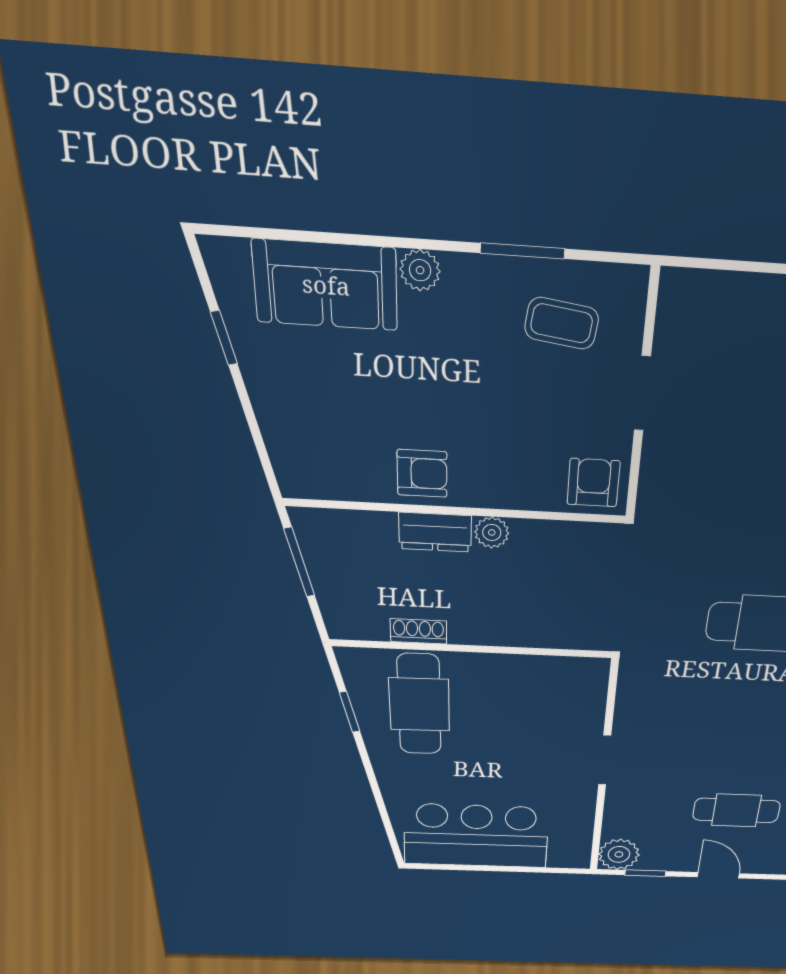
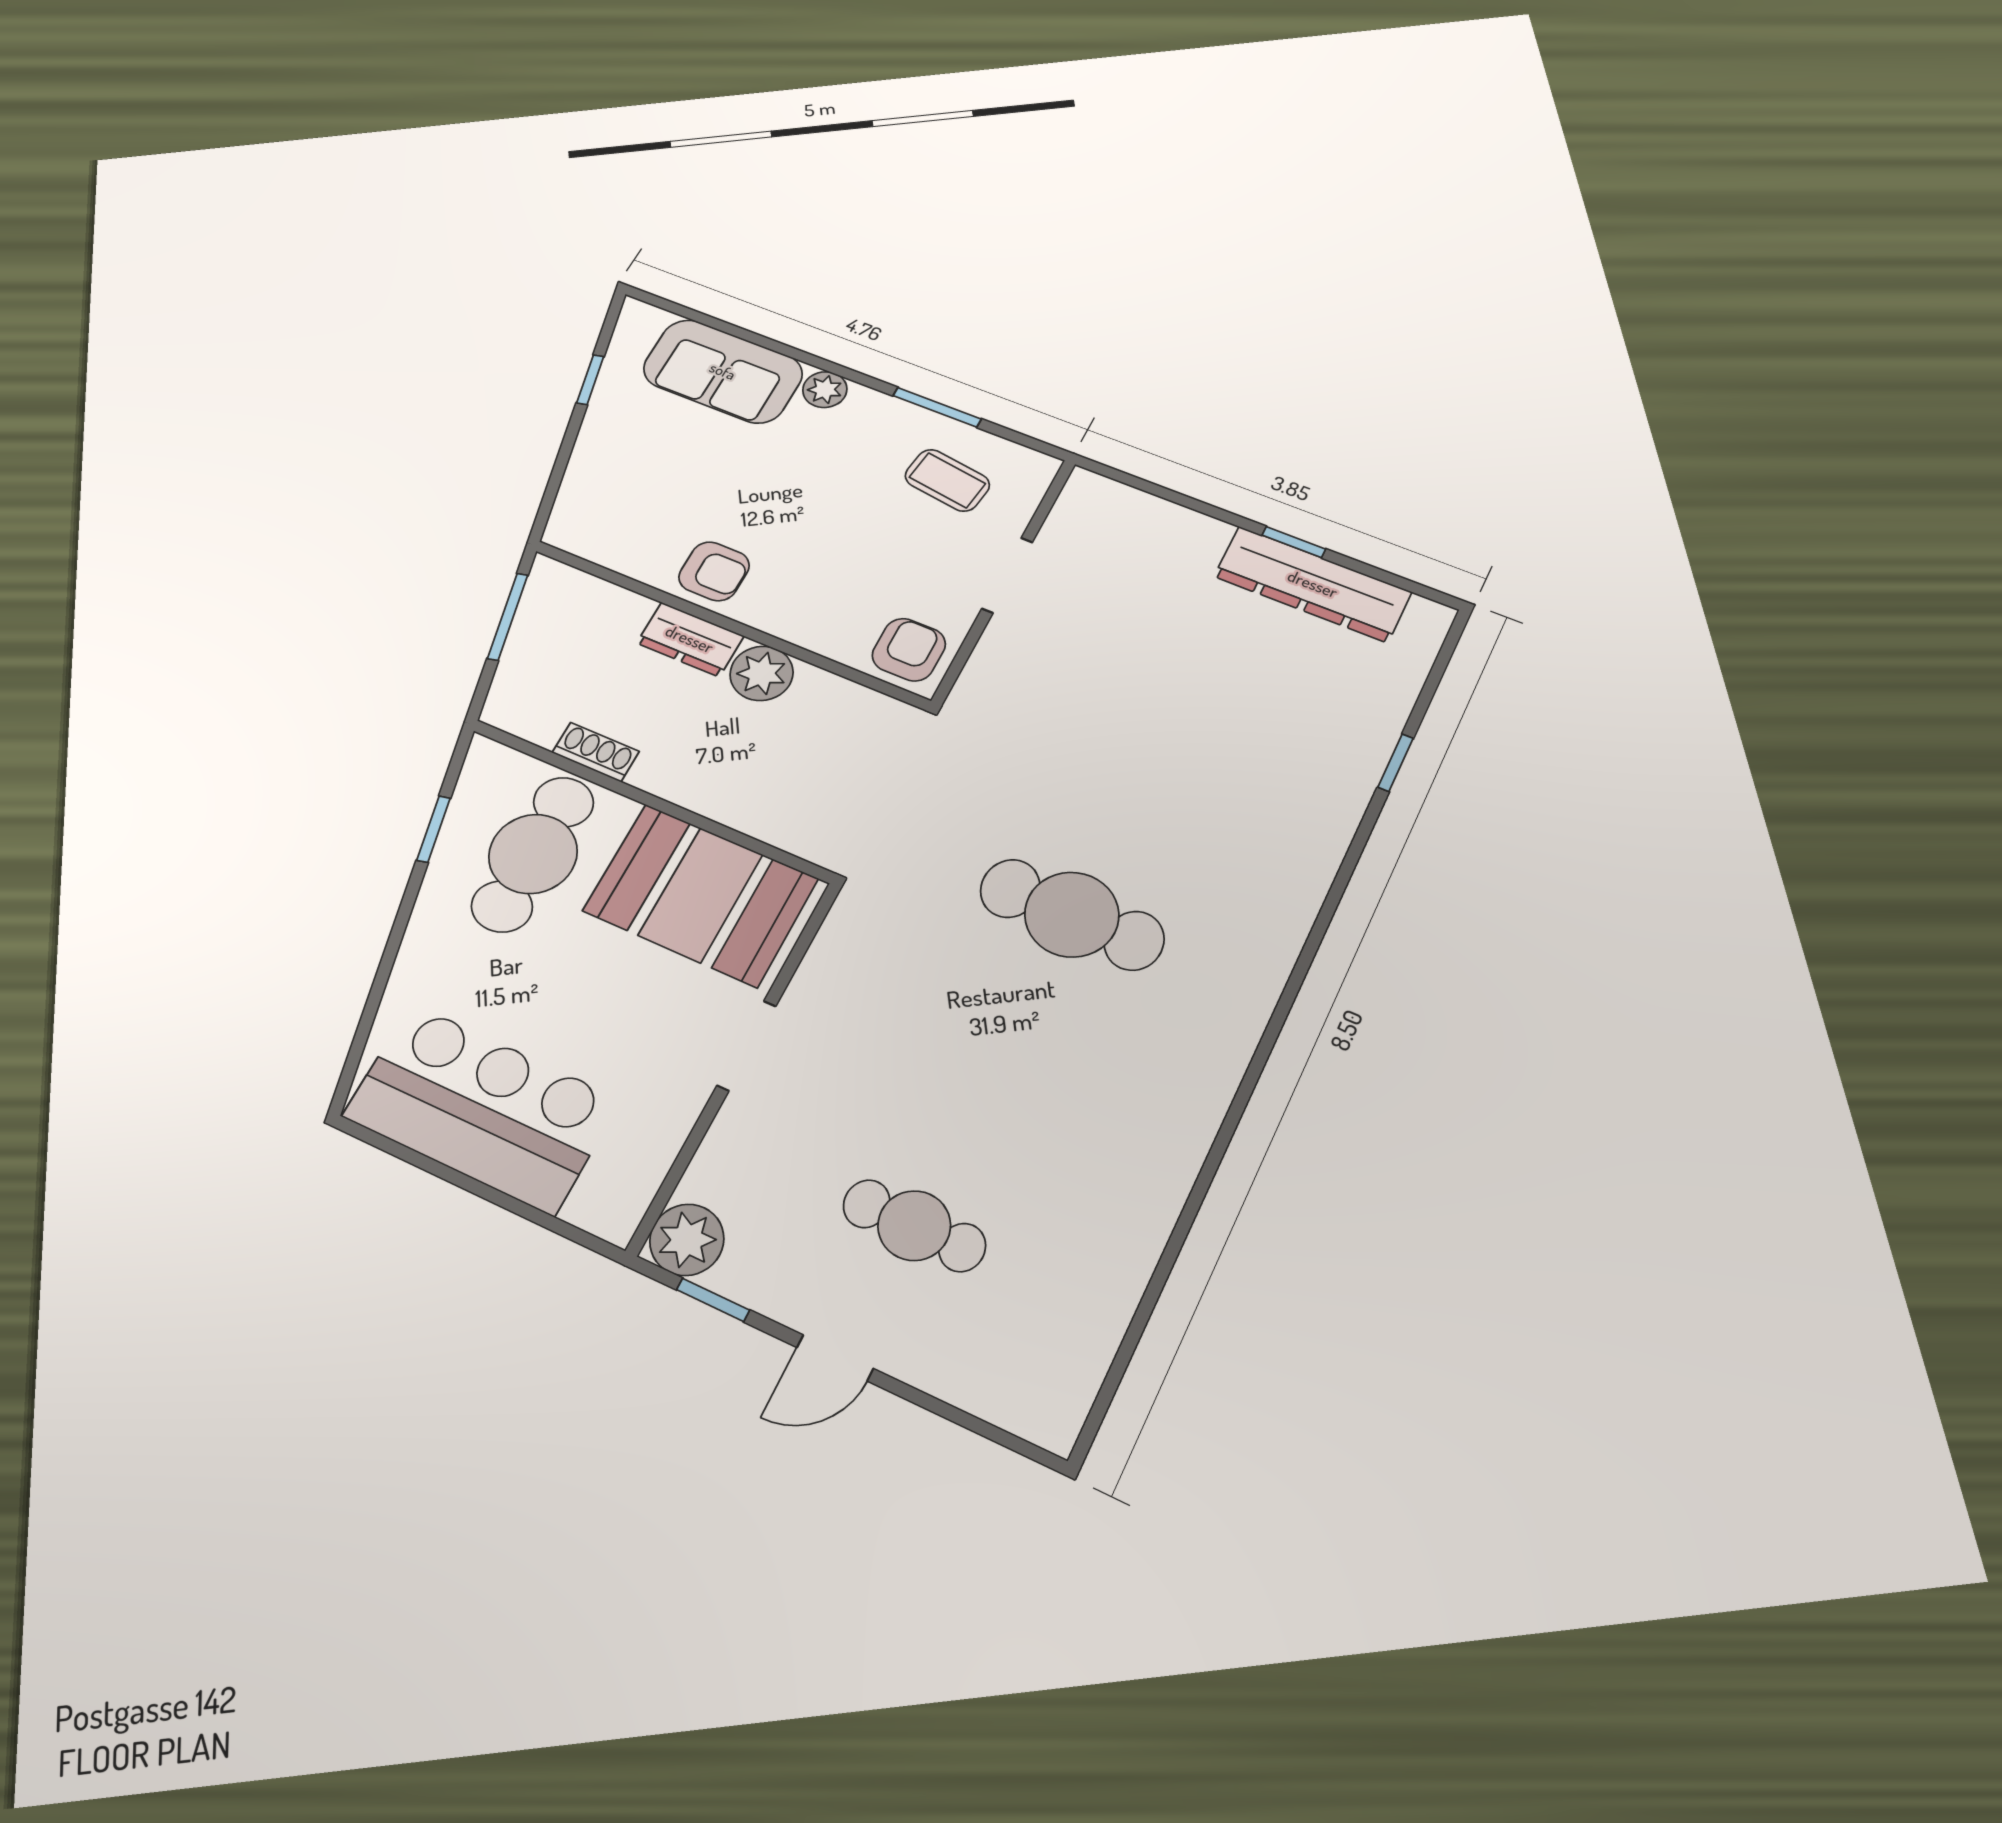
plant: (492, 532) -> (762, 673), width x1.38, depth x1.38
booth: (535, 692) -> (701, 895), added
door: (718, 875) -> (835, 1358), swing flipped

